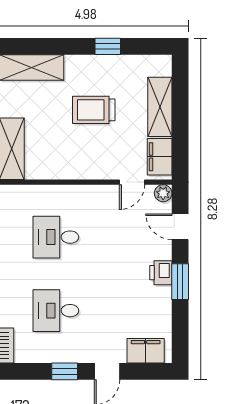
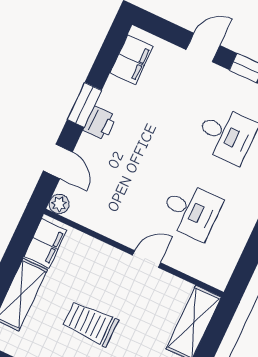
trolley: (94, 110) -> (90, 323), turned 180
door: (132, 182) -> (146, 259), moved
filing cabinet: (146, 351) -> (131, 60), moved, turned -90

